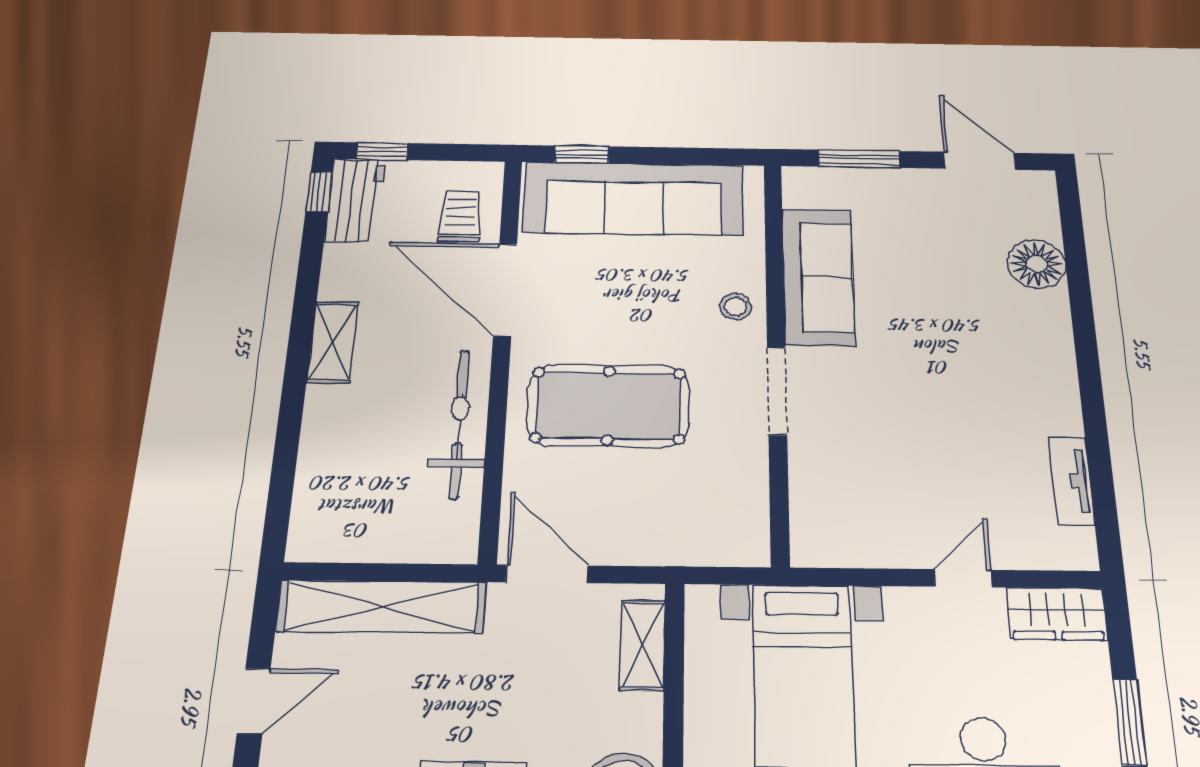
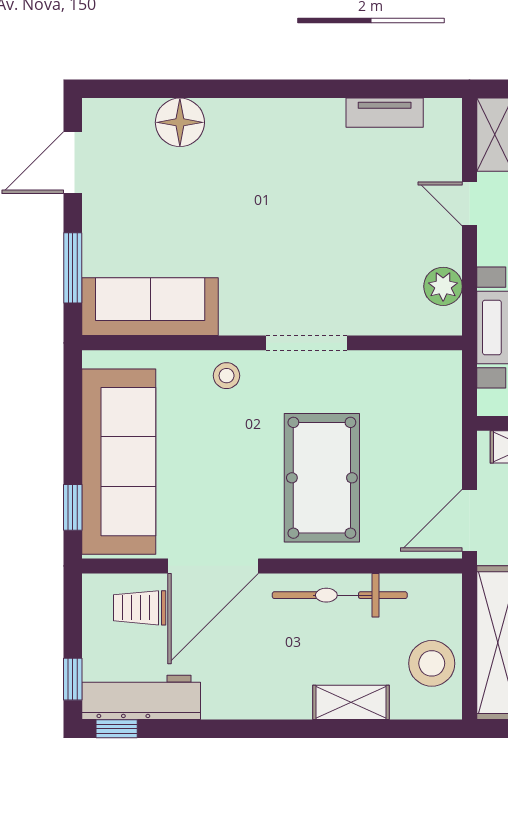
workbench: (355, 200) -> (141, 697), width x1.38
sofa: (818, 277) -> (150, 307), moved
shelving: (333, 342) -> (351, 702), moved
stool: (362, 527) -> (432, 663), added
plant: (854, 546) -> (443, 286), added

